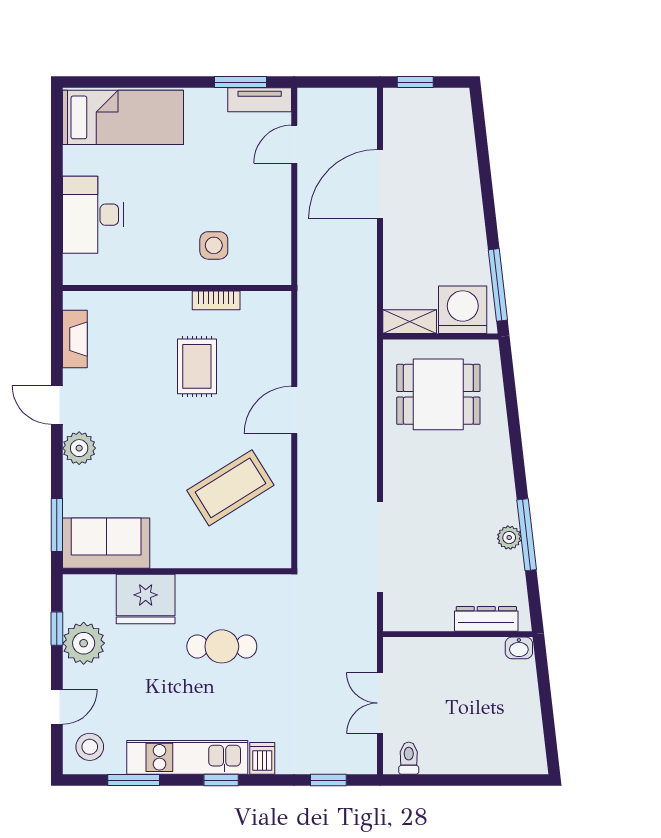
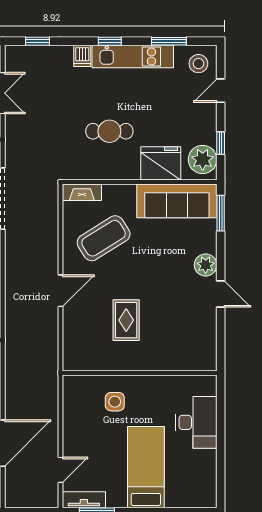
bed: (123, 117) -> (146, 467), moved, turned 90
bookcase: (216, 300) -> (113, 365), removed
fireplace: (75, 339) -> (82, 192), moved, turned -90
sofa: (106, 543) -> (177, 201), width x1.36
plant: (84, 643) -> (203, 159), moved

